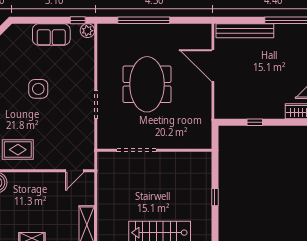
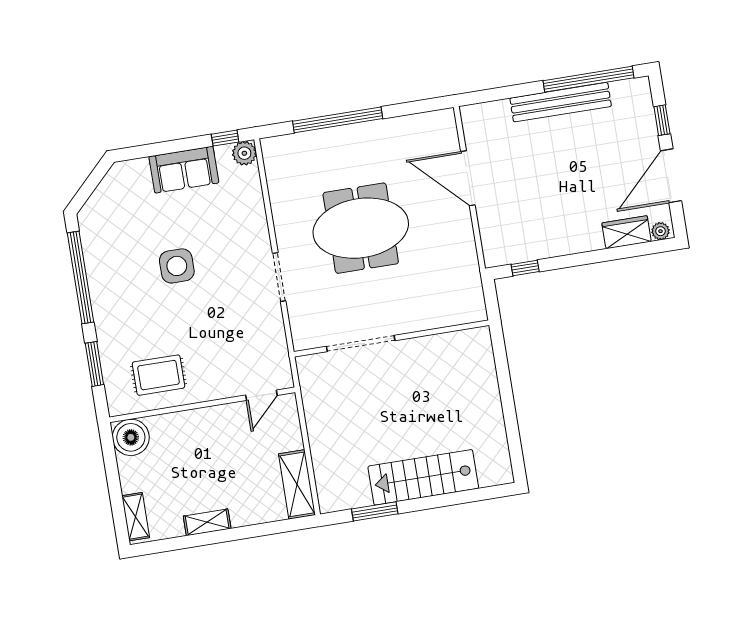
bench: (245, 31) -> (561, 102), moved
meeting table: (147, 84) -> (361, 228), turned 90
window: (255, 122) -> (525, 268), moved
window: (215, 197) -> (508, 402), removed

